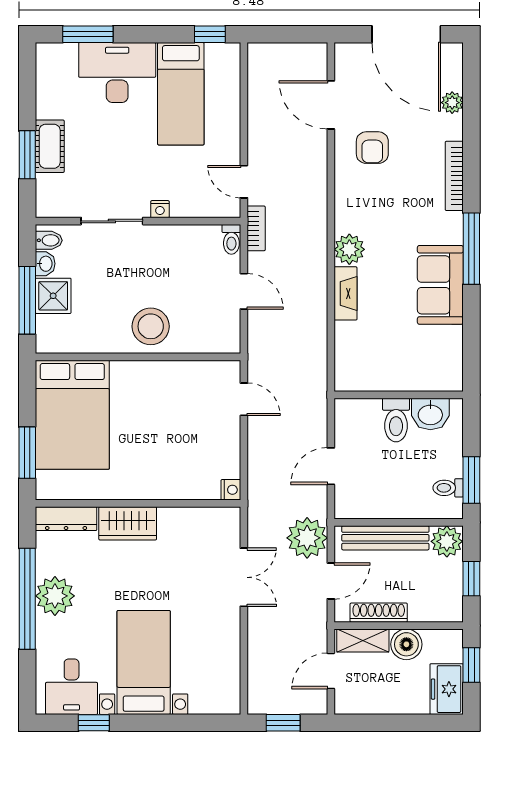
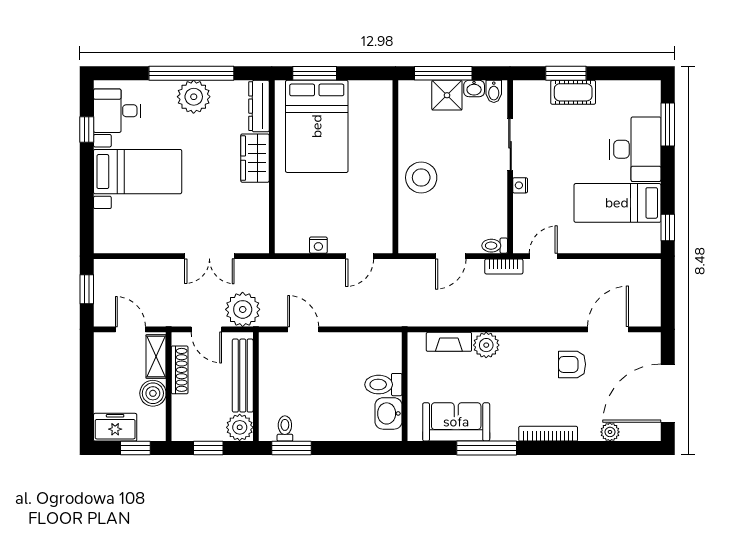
wall: (399, 395) -> (405, 387), moved
washbasin: (430, 414) -> (388, 413), moved
bed: (72, 415) -> (317, 126), moved, turned -90
toilet: (396, 420) -> (383, 385), moved
nightstand: (231, 490) -> (318, 245), moved

